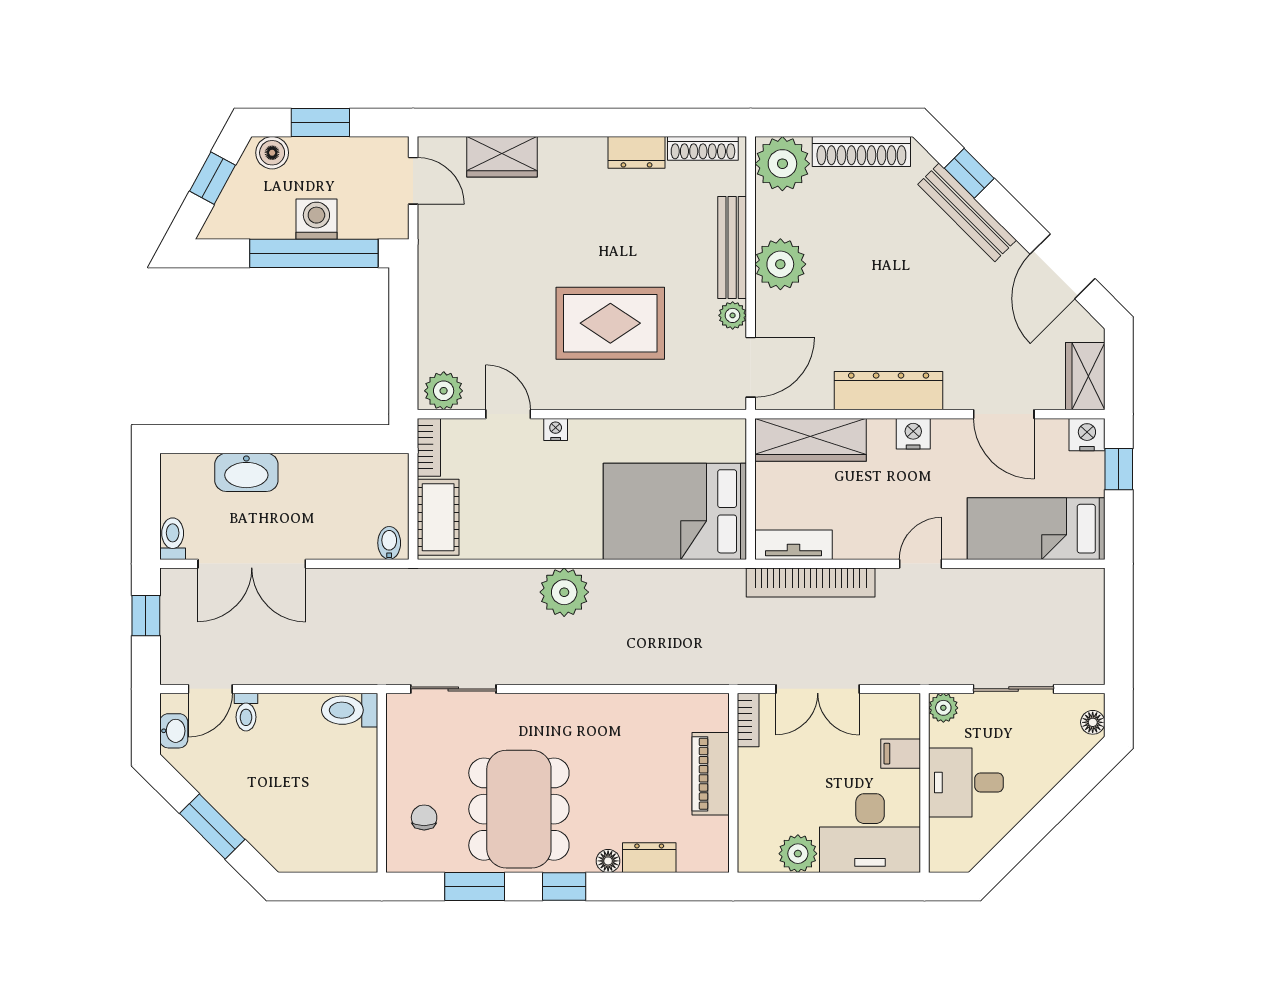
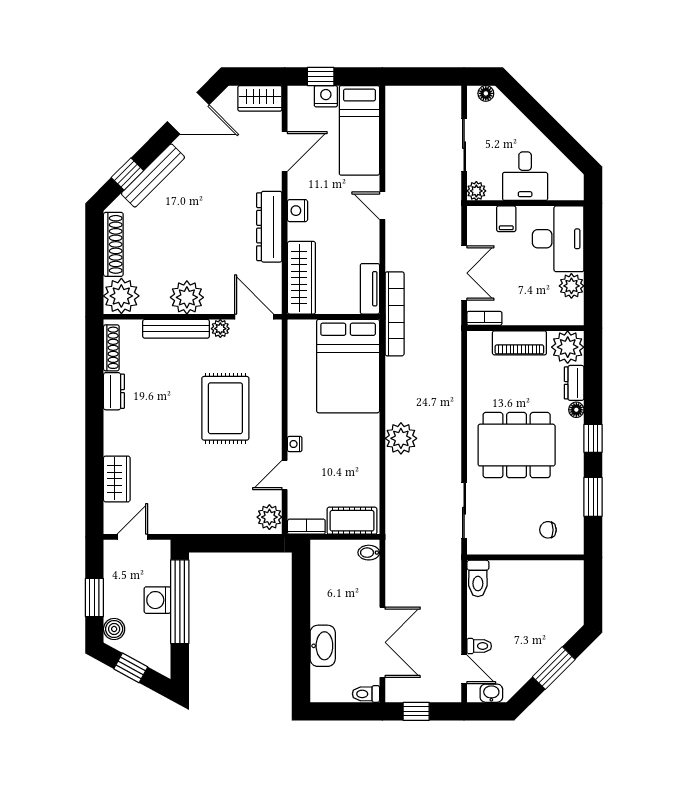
nightstand: (1087, 435) -> (326, 96), moved, turned 90
bookcase: (811, 582) -> (395, 314), moved
dining table: (519, 809) -> (517, 445), moved
plant: (704, 848) -> (568, 347), added

